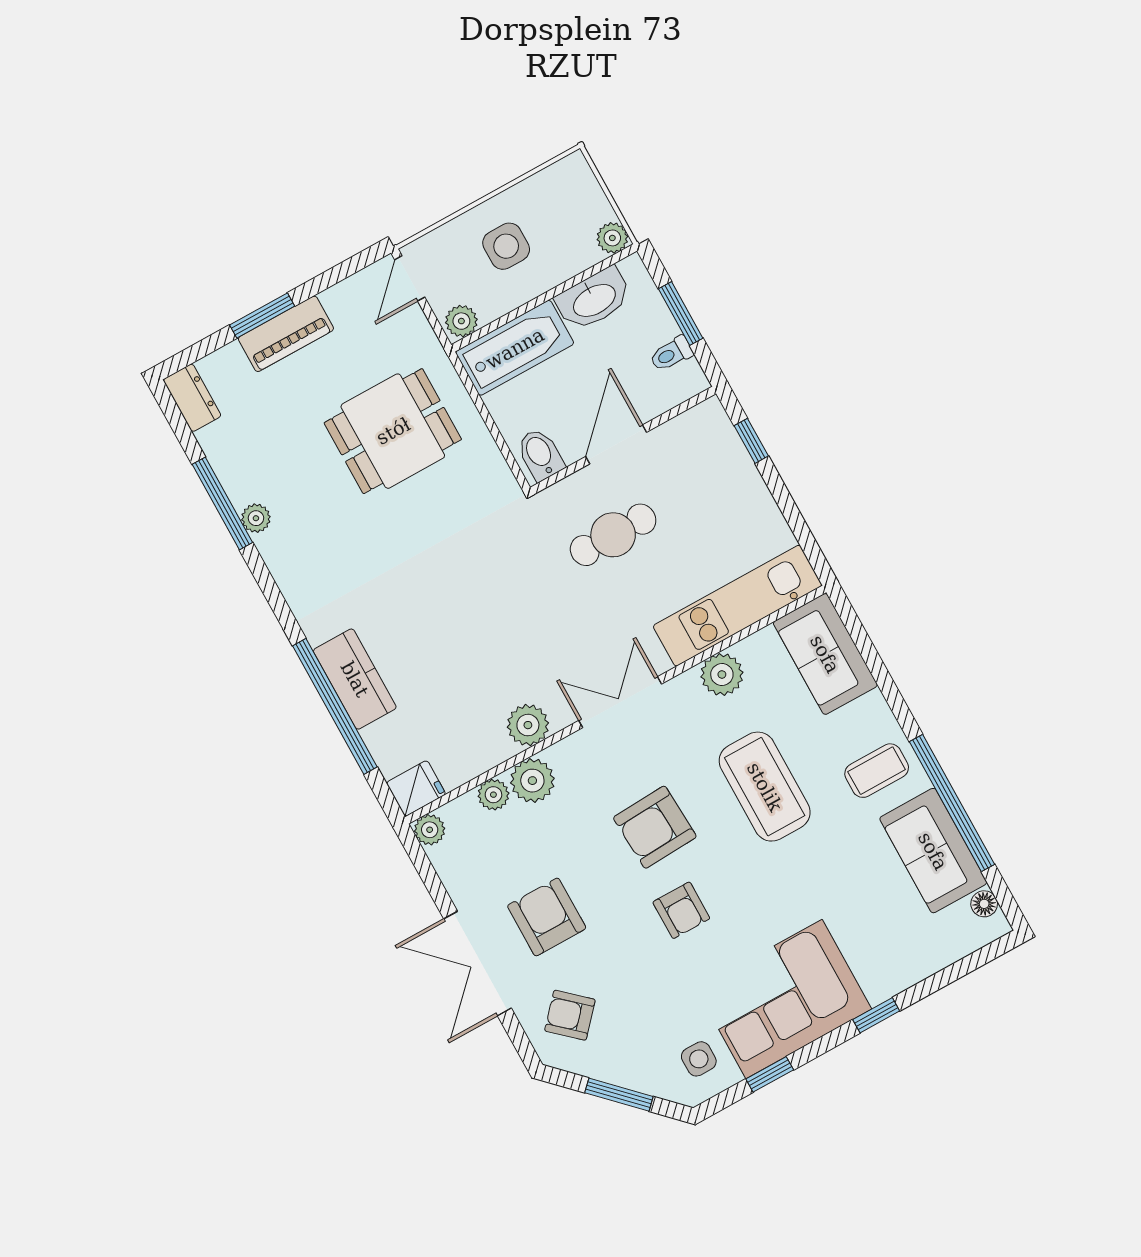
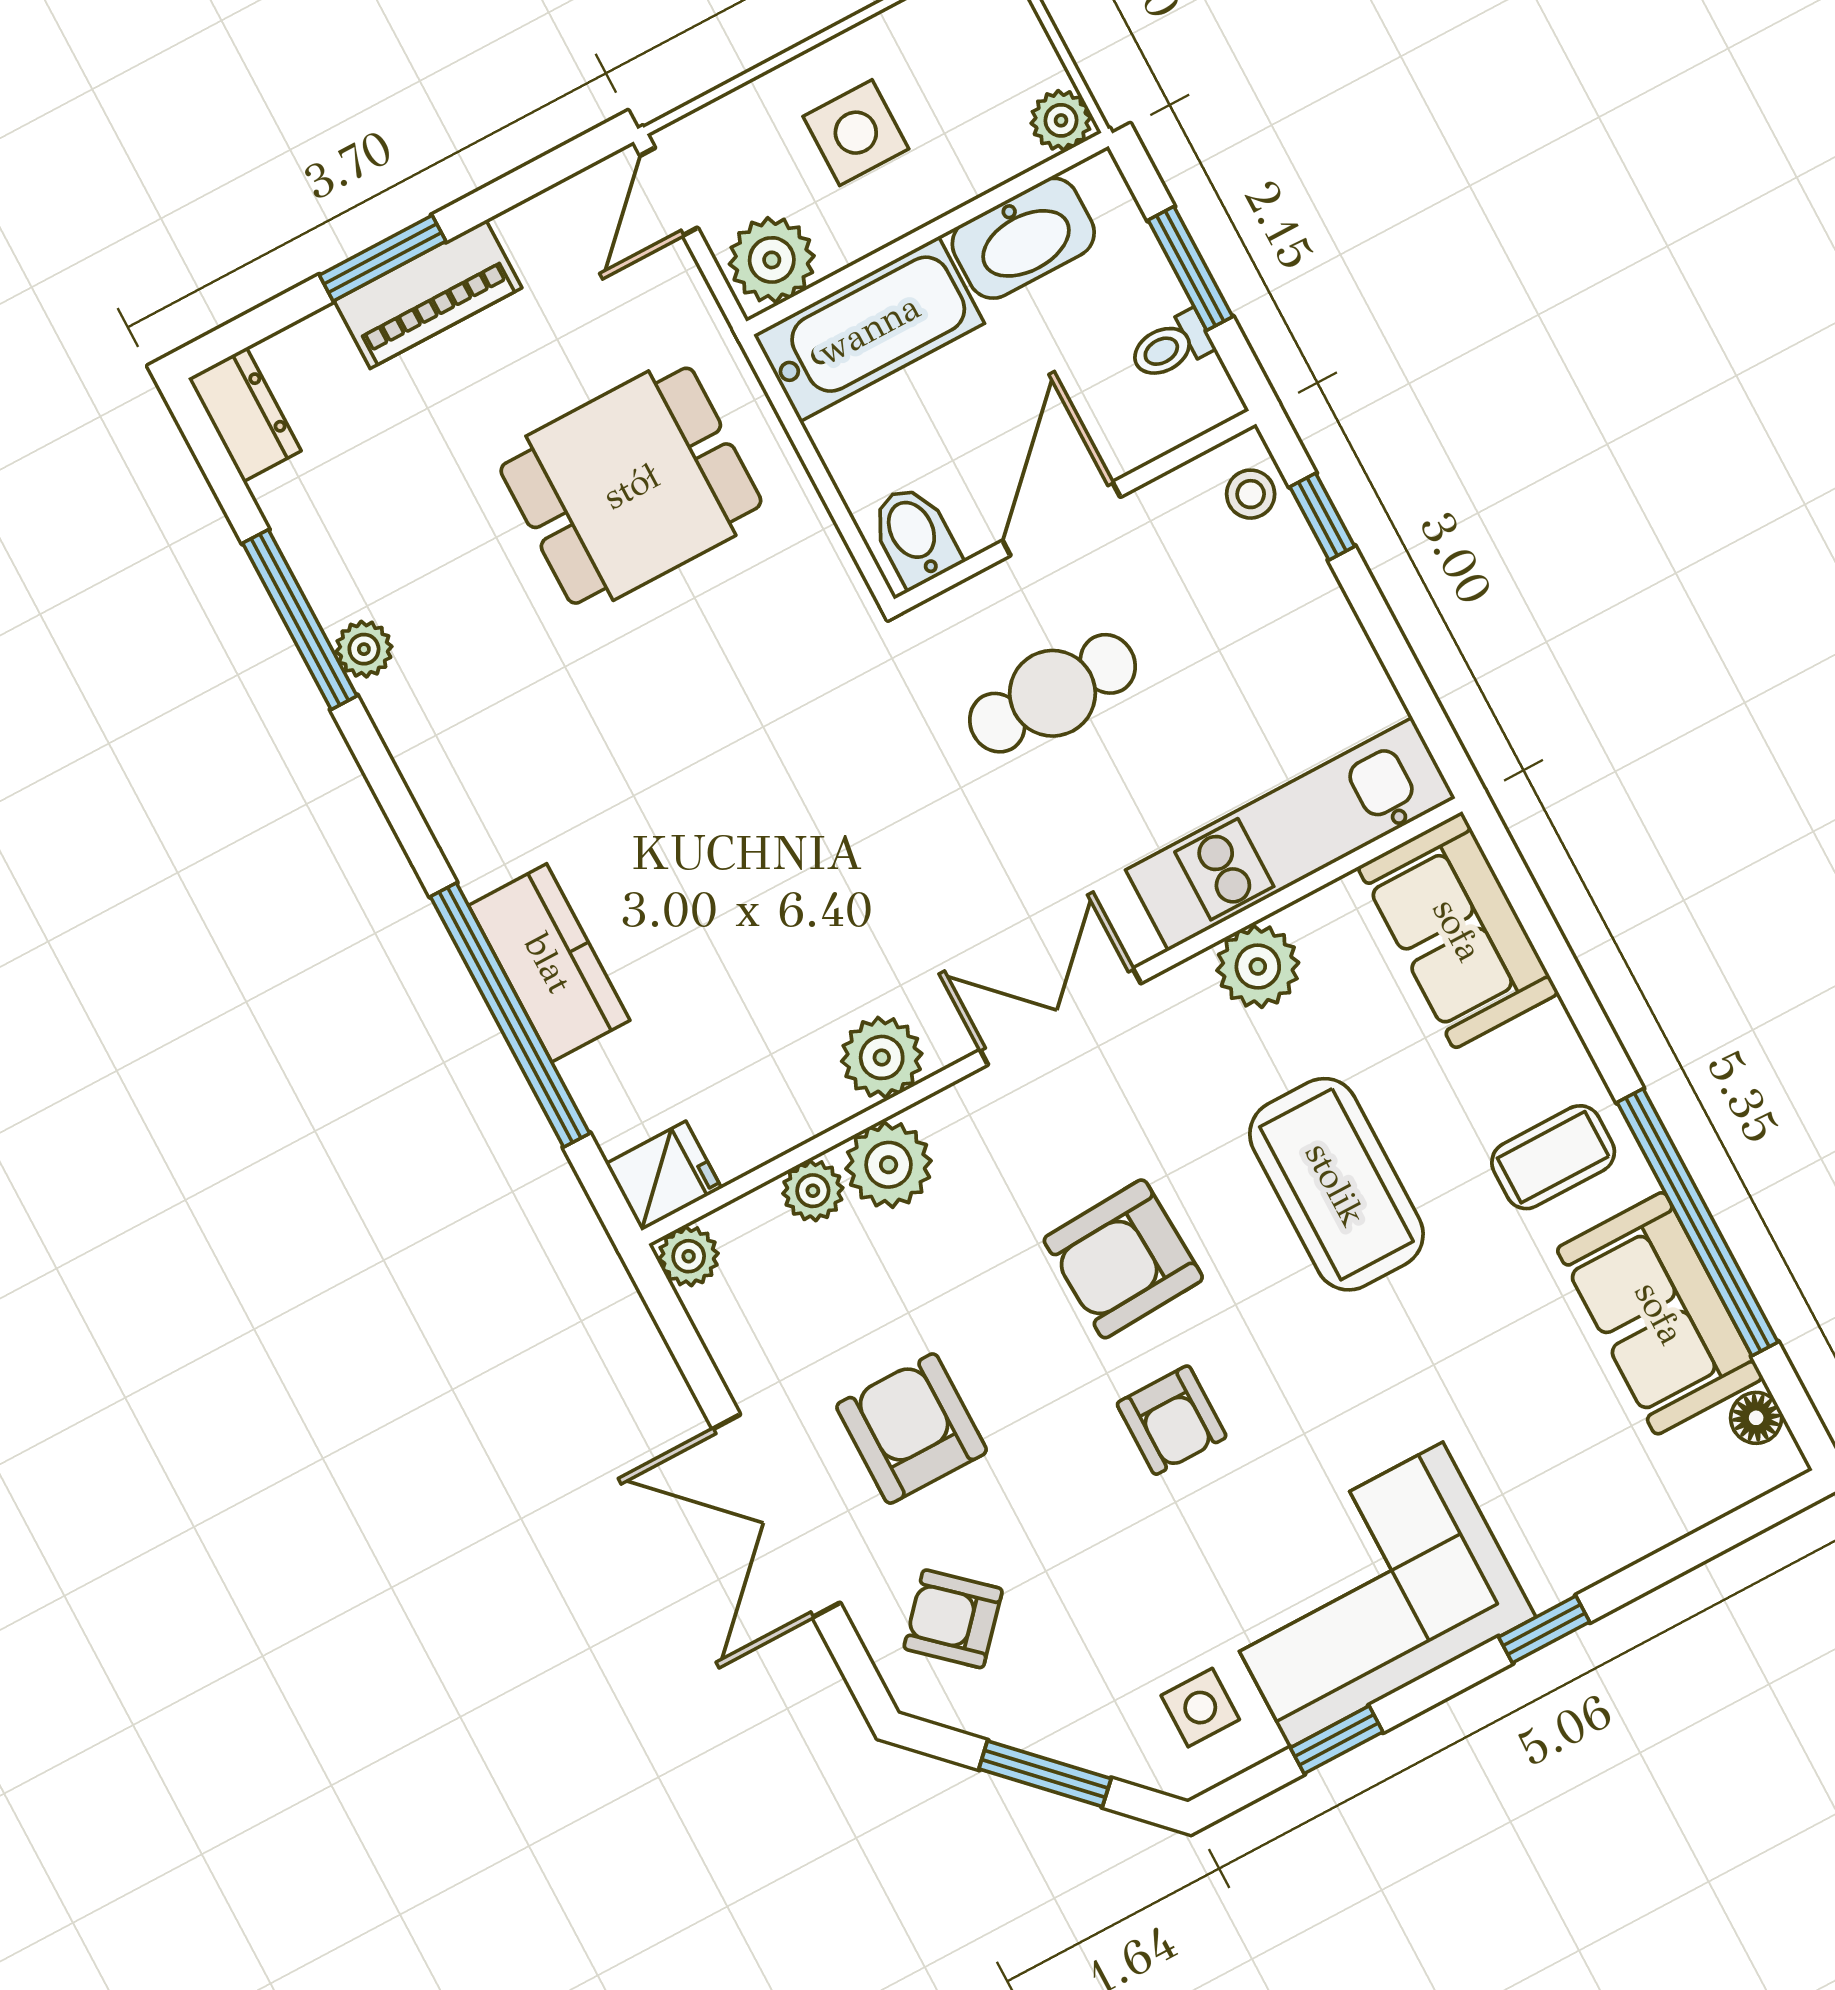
plant: (461, 321) -> (772, 260), width x1.38, depth x1.38
stool: (714, 430) -> (1251, 494), added

